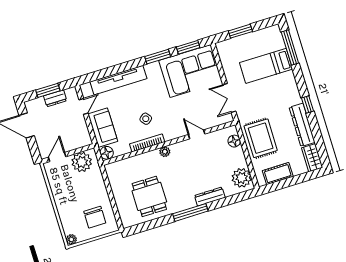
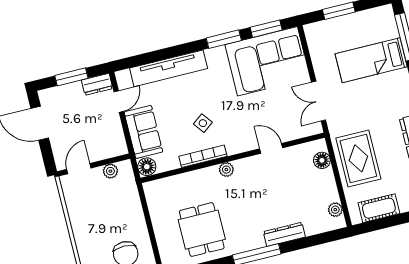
dresser: (55, 98) -> (97, 84), moved
plant: (82, 162) -> (110, 171), width x0.53, depth x0.53
plant: (242, 178) -> (335, 210), width x0.53, depth x0.53

